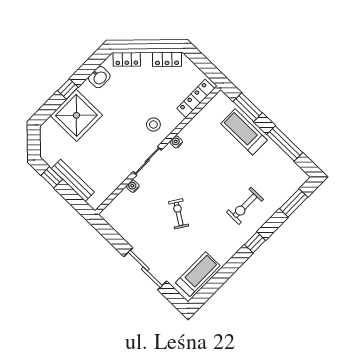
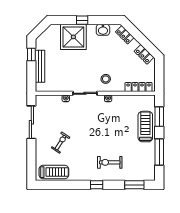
exercise bike: (179, 214) -> (61, 143), moved
sliding door: (145, 269) -> (31, 122), moved

